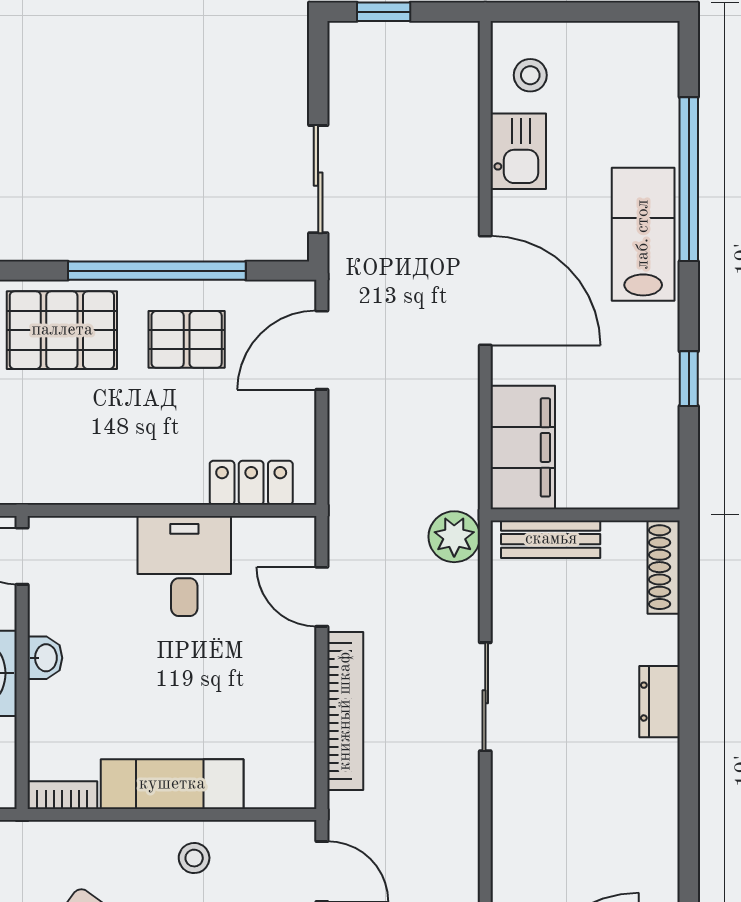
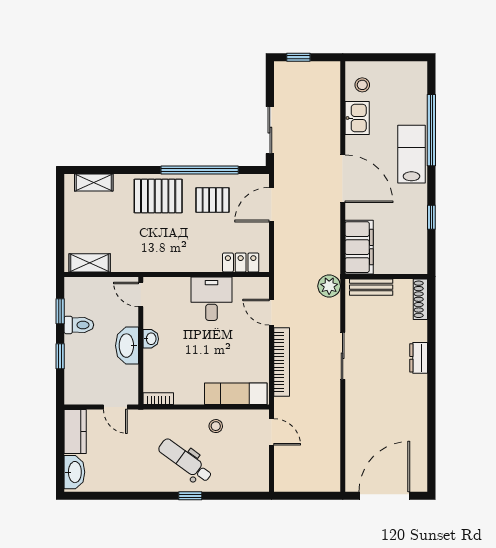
exam couch: (172, 784) -> (236, 394), moved

